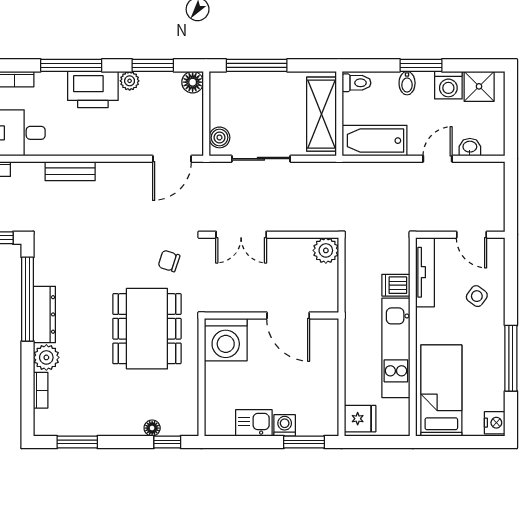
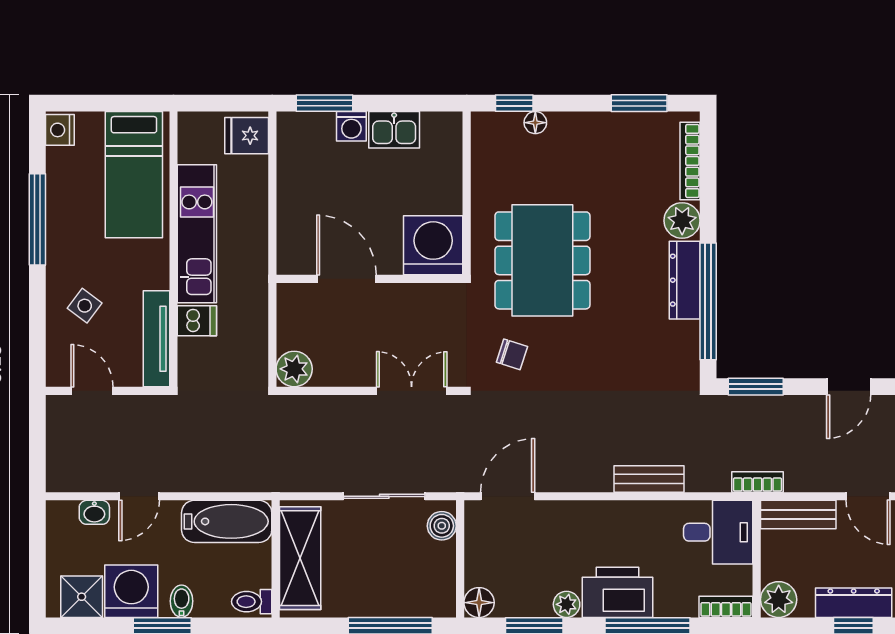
washing machine: (448, 85) -> (131, 591), width x1.37, depth x1.37
bookcase: (41, 390) -> (690, 161), width x1.56

